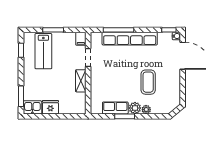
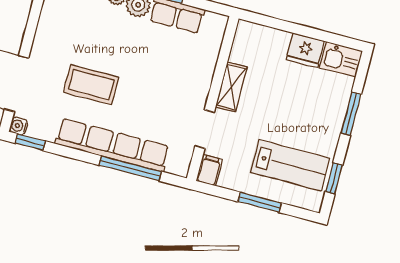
lab bench: (43, 51) -> (290, 165), turned 90
coffee table: (148, 82) -> (91, 85), moved, turned 90
window: (21, 96) -> (351, 114), moved

